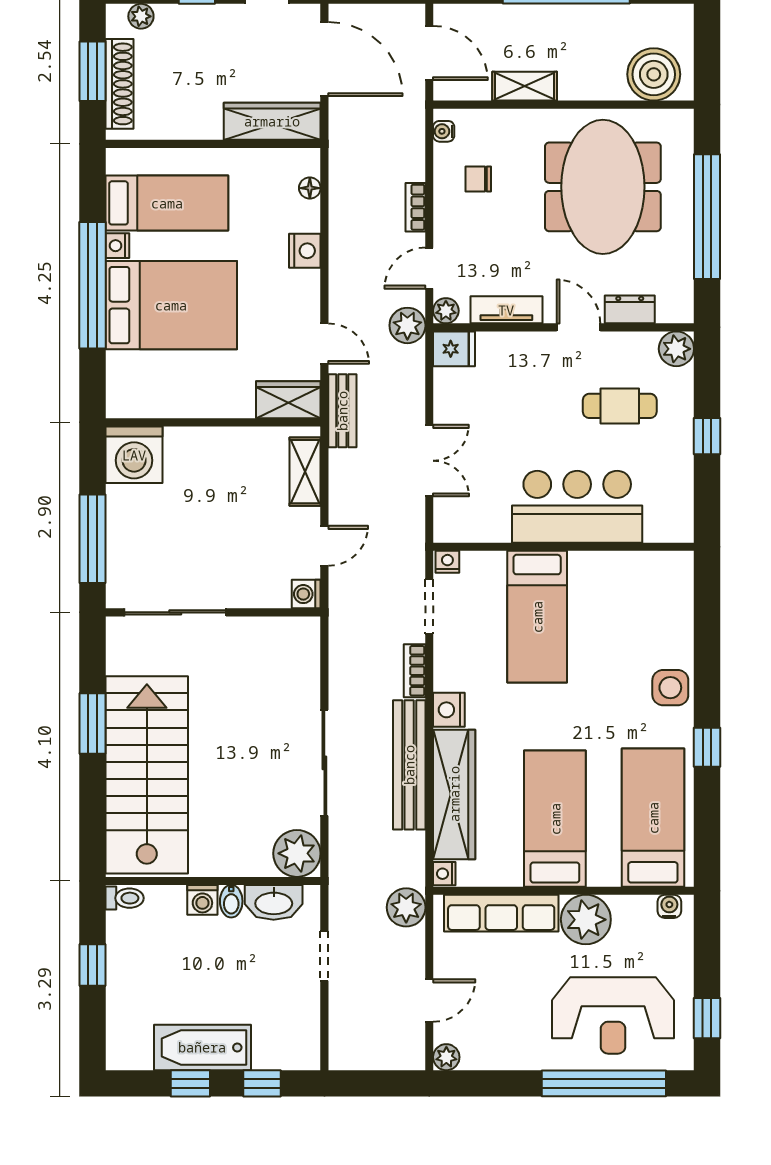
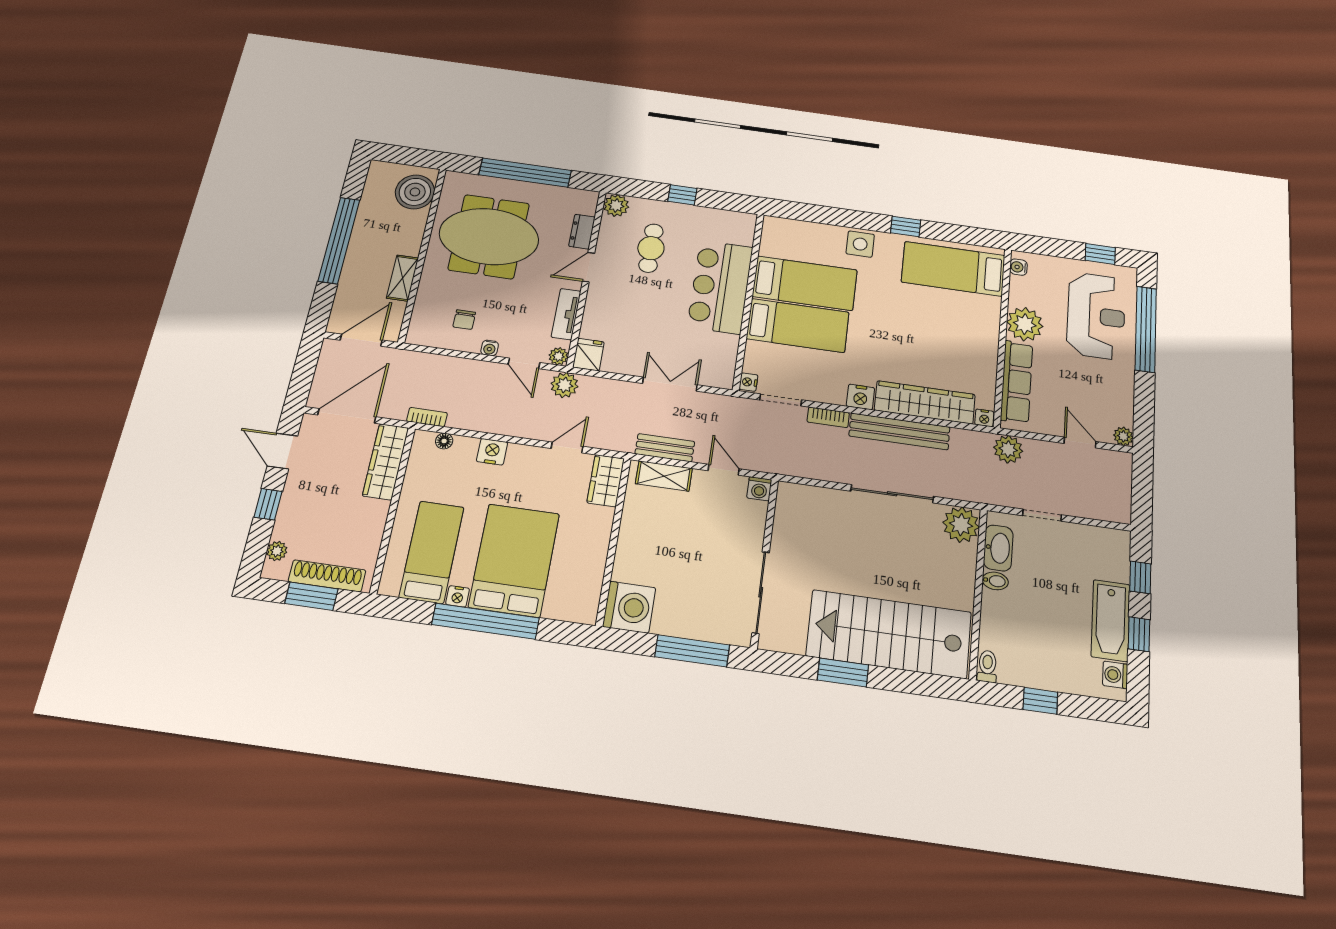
water cooler: (444, 131) -> (490, 348), moved
bookcase: (416, 207) -> (427, 417), moved, turned 180
bench: (342, 411) -> (665, 448), moved
bed: (555, 819) -> (805, 283), moved, turned 180
washing machine: (202, 900) -> (1115, 675), moved, turned 180

